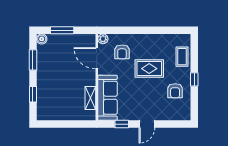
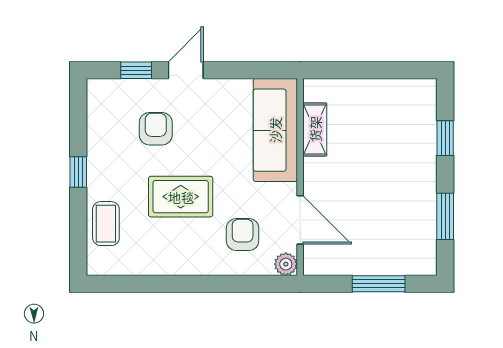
boiler: (42, 39) -> (425, 264), removed
armchair: (175, 91) -> (156, 129), moved
window: (122, 124) -> (136, 70), moved

